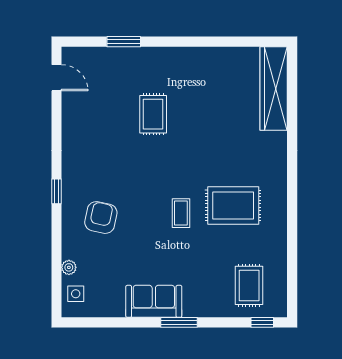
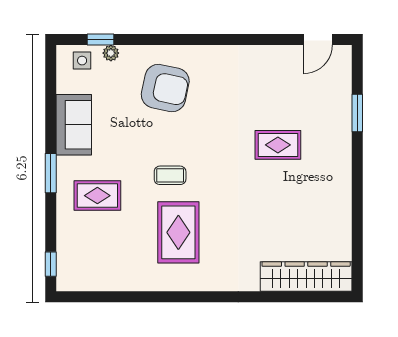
window: (56, 191) -> (100, 40), moved
armchair: (101, 218) -> (165, 88), width x1.36, depth x1.36
rug: (249, 285) -> (97, 196), moved
sofa: (154, 301) -> (74, 125), moved

